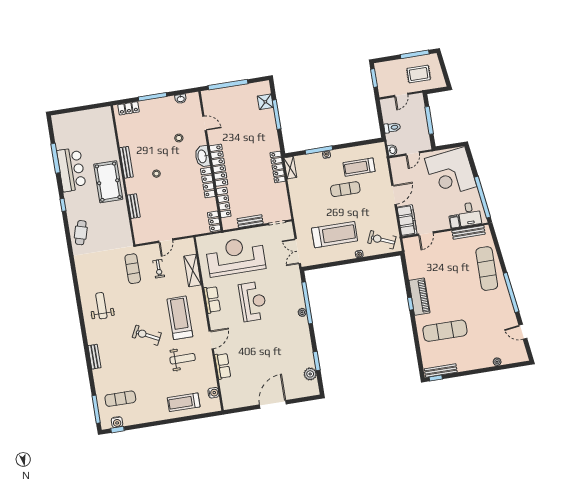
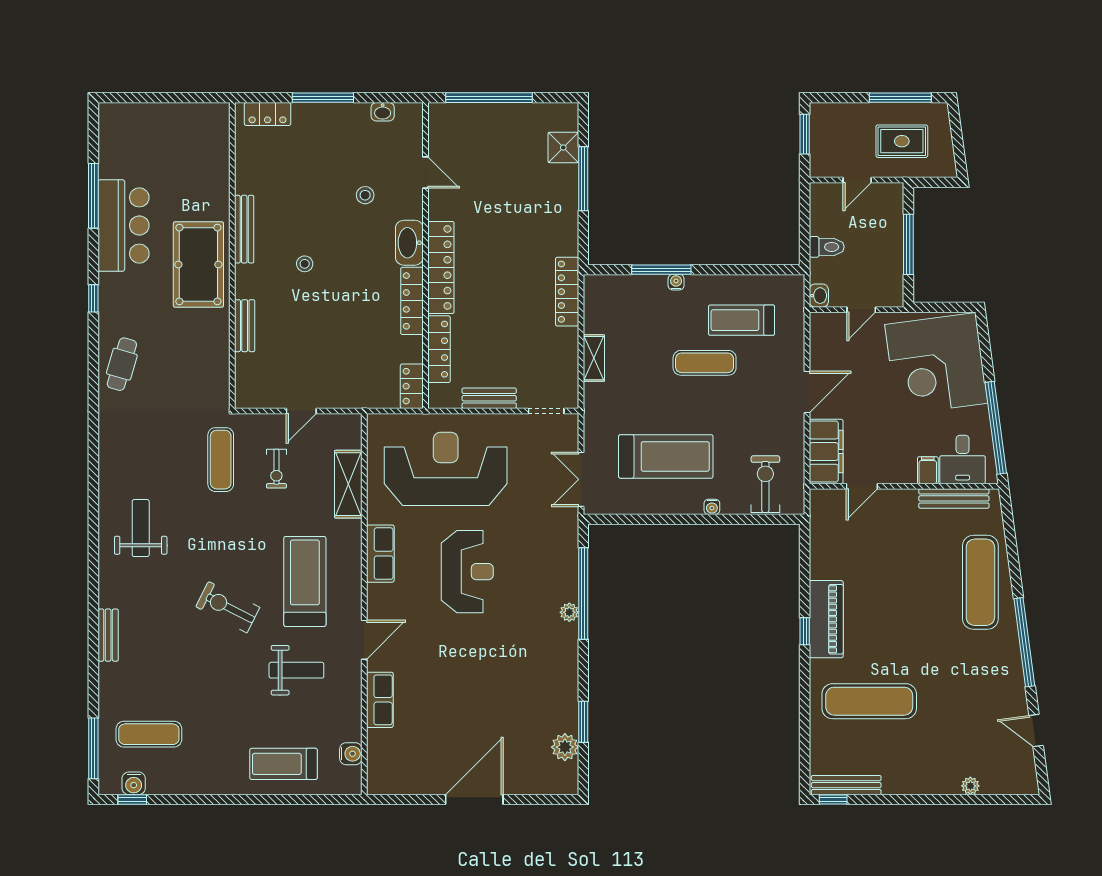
shelving: (290, 168) -> (594, 358), moved
exercise bike: (382, 240) -> (765, 484), turned 67

